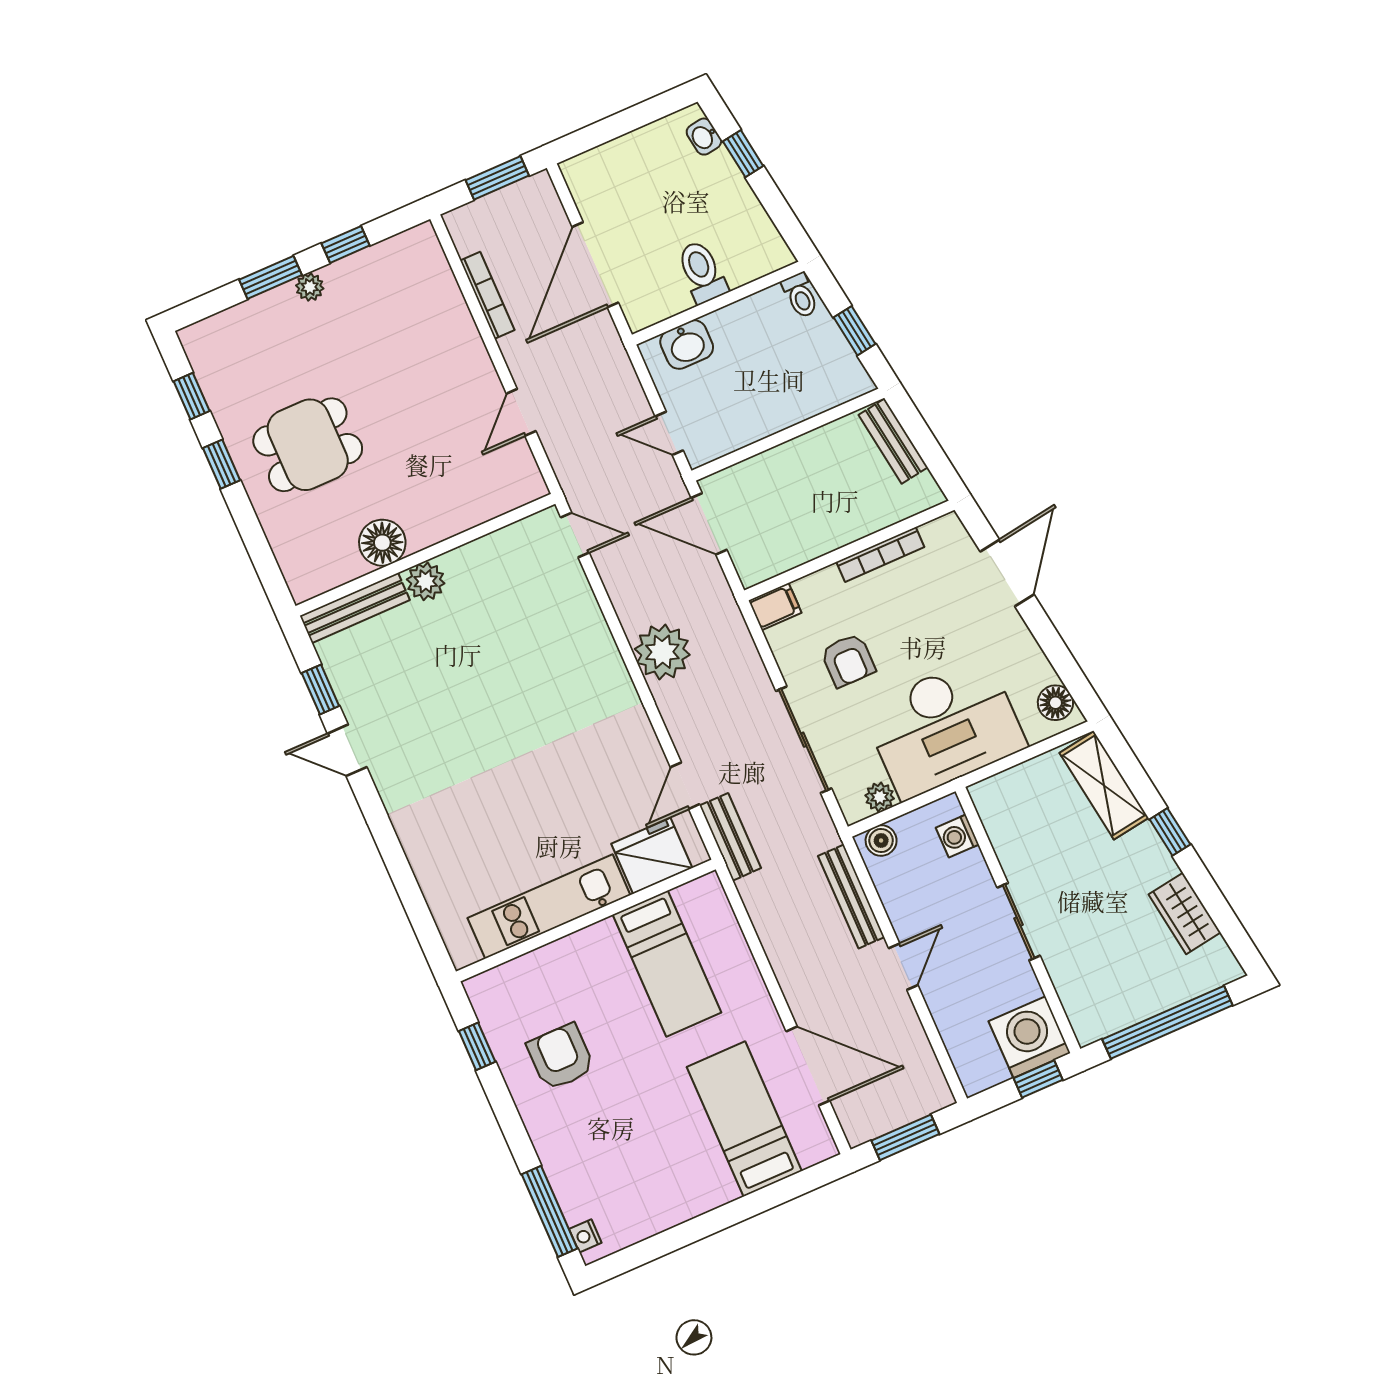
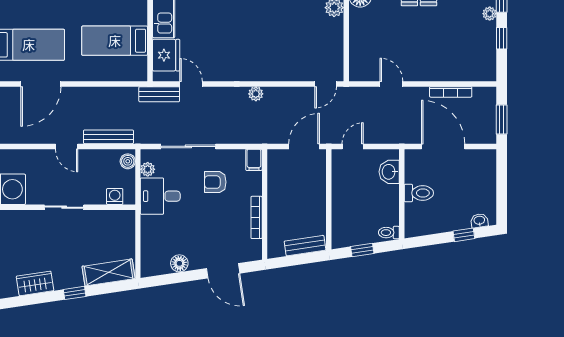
plant: (662, 652) -> (256, 94), width x0.53, depth x0.53
floor lamp: (1055, 703) -> (179, 263), moved
desk: (944, 727) -> (160, 196), width x0.53, depth x0.77

